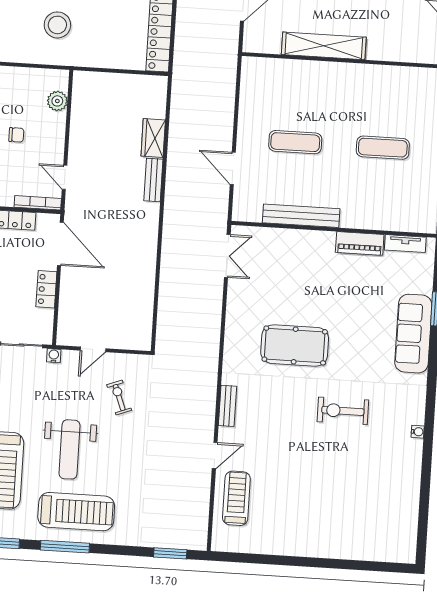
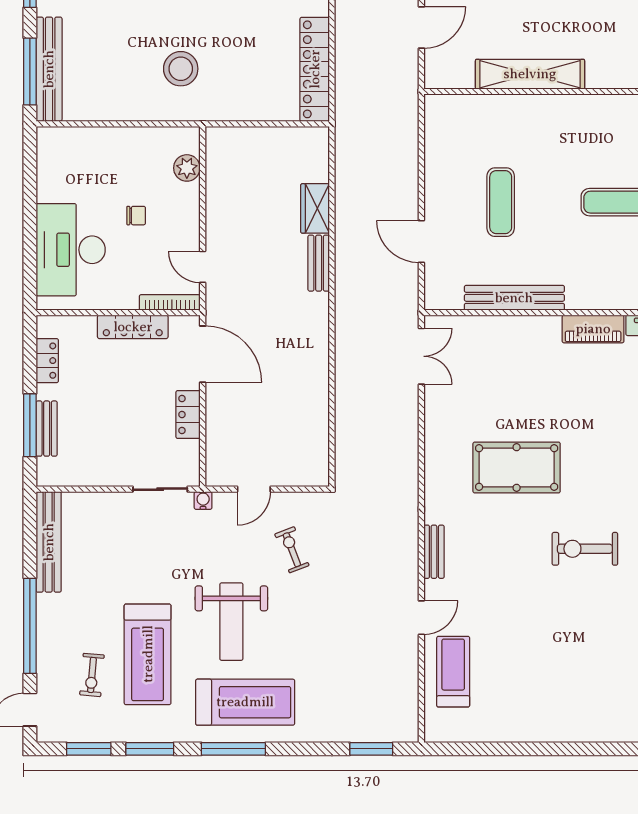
exercise mat: (295, 142) -> (501, 202), turned 90

